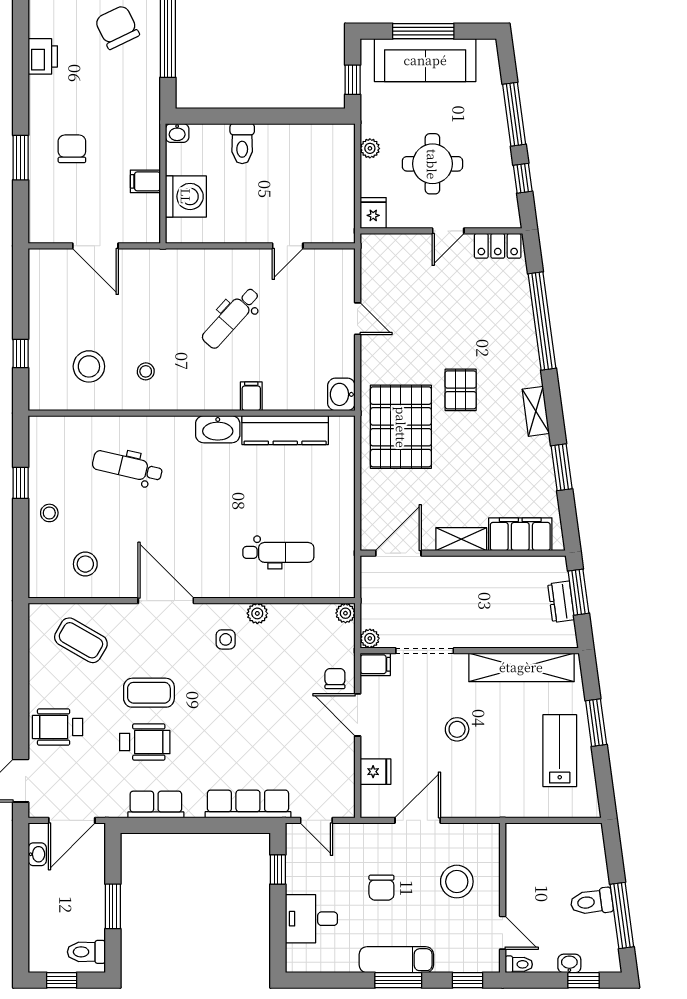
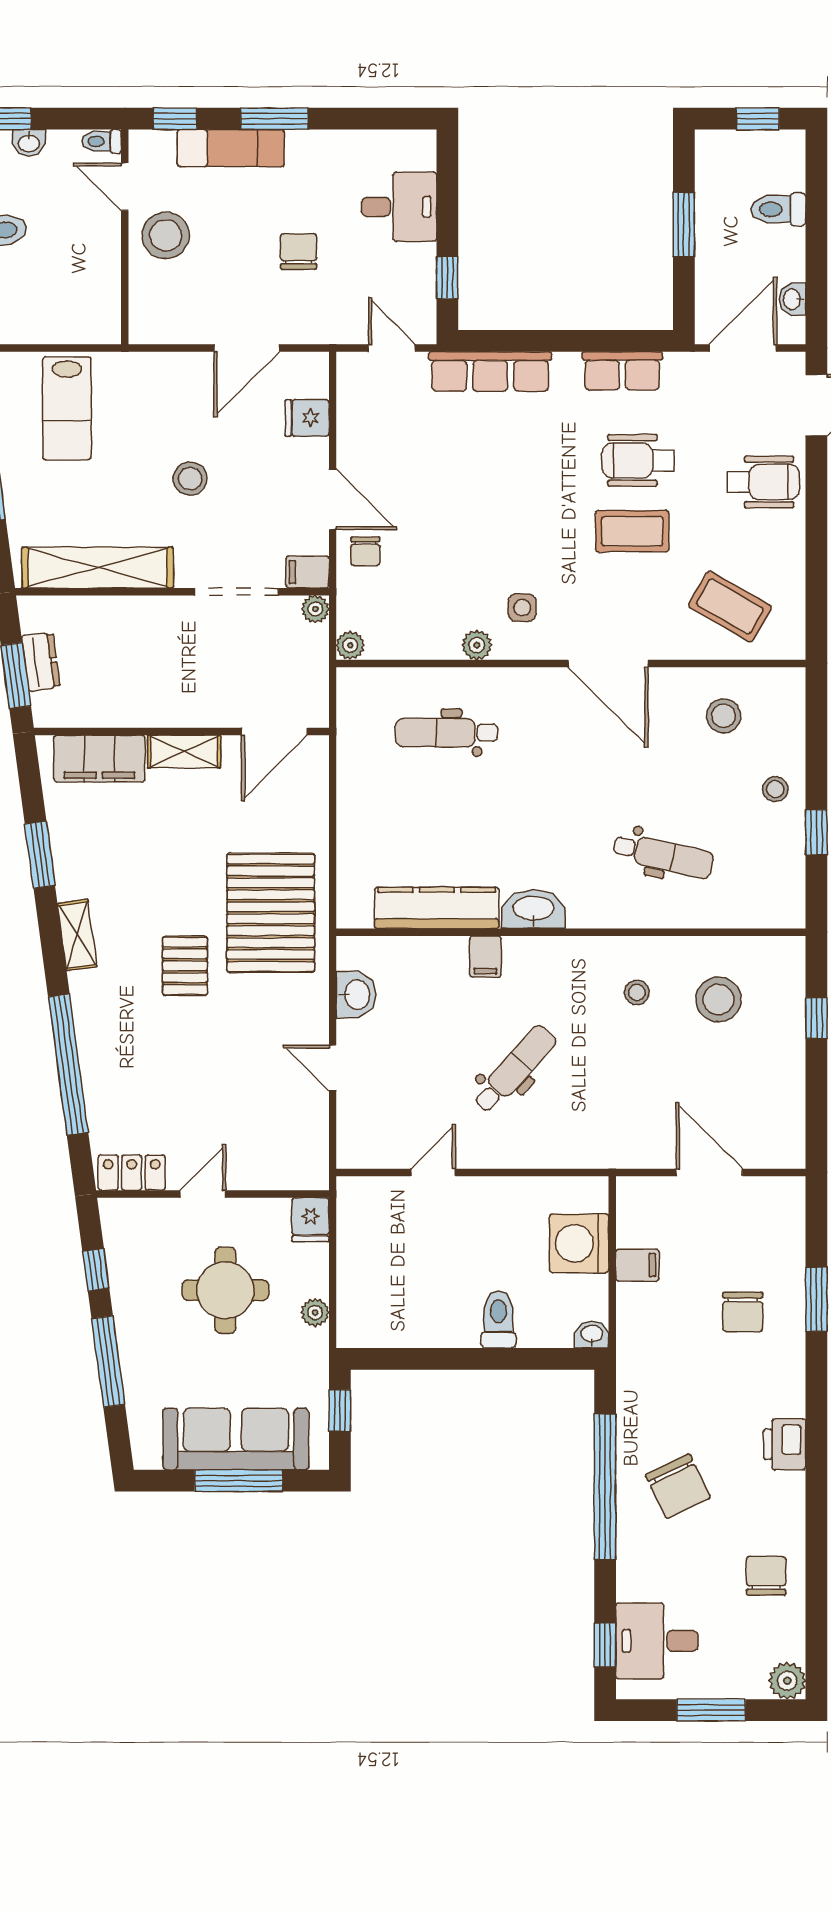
washbasin: (341, 394) -> (356, 995), moved
lab bench: (560, 751) -> (67, 408), moved
stool: (457, 882) -> (166, 235), moved
toilet: (86, 952) -> (778, 209), moved, turned 180
exam couch: (396, 960) -> (231, 148), moved

